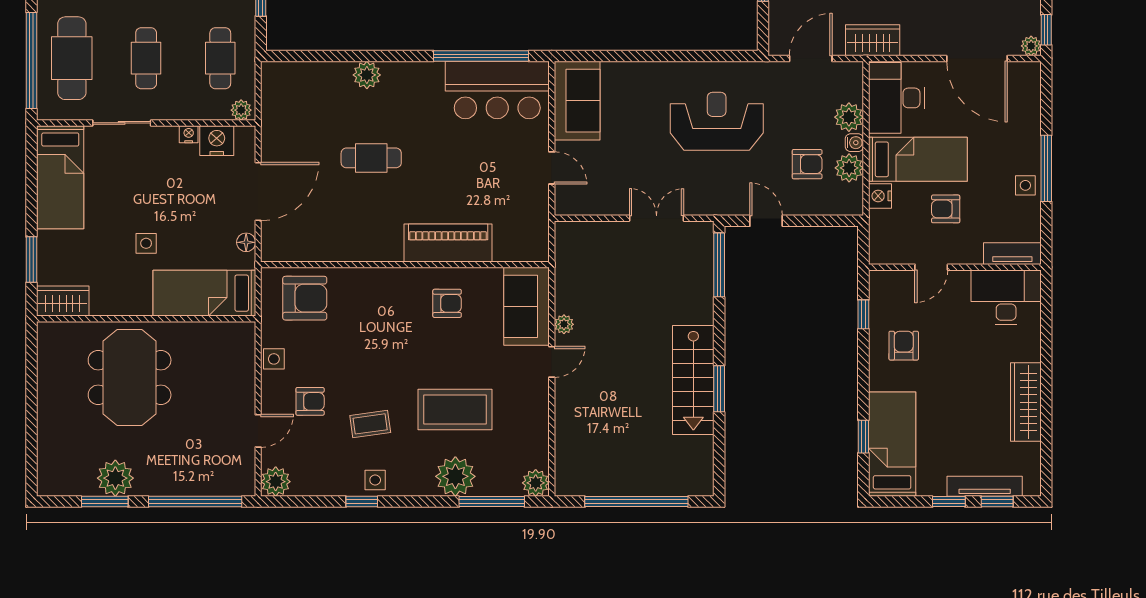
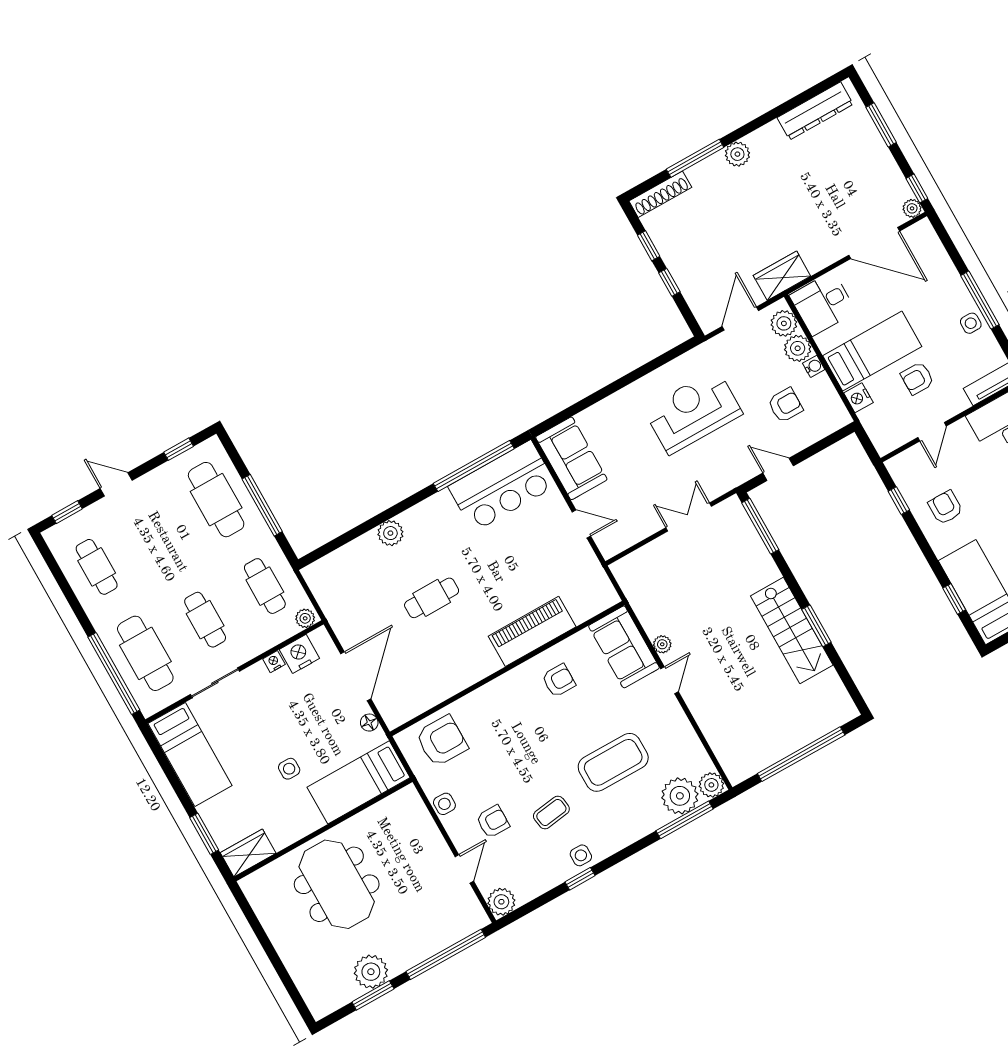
desk: (896, 98) -> (823, 304), width x0.73
plant: (849, 168) -> (784, 323), moved
plant: (455, 476) -> (680, 796), moved

